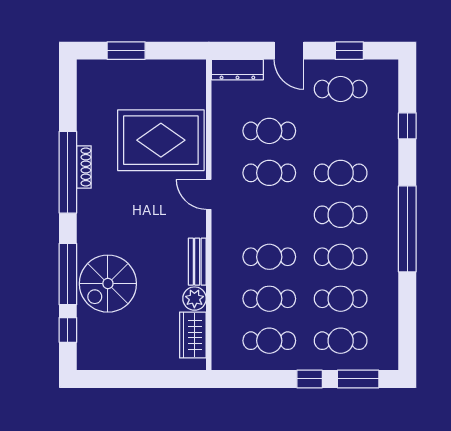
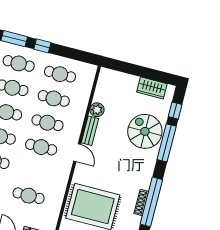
cafe table: (269, 173) -> (41, 147), moved
door: (209, 194) -> (77, 153), moved
spiral stairs: (108, 284) -> (145, 131), turned -90
wardrobe: (193, 335) -> (152, 88), moved, turned 90

